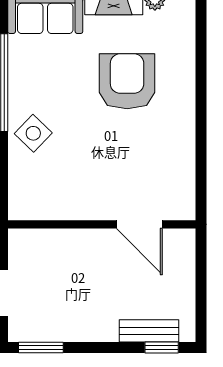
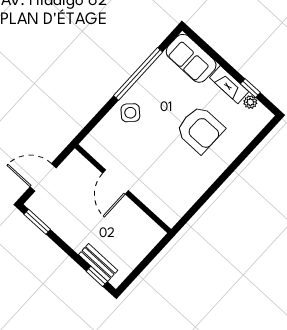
armchair: (127, 81) -> (200, 129), turned 90
door: (139, 224) -> (116, 182), moved

